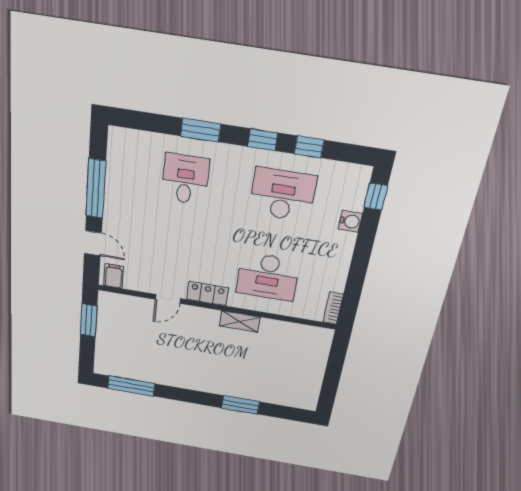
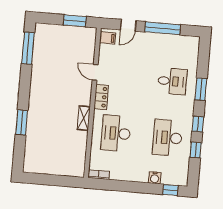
desk: (283, 195) -> (167, 138), turned 180

